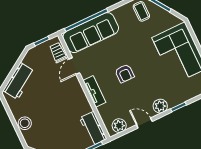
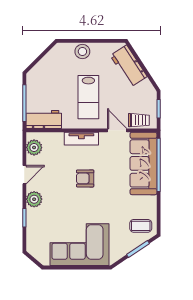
lab bench: (59, 101) -> (88, 97), added

